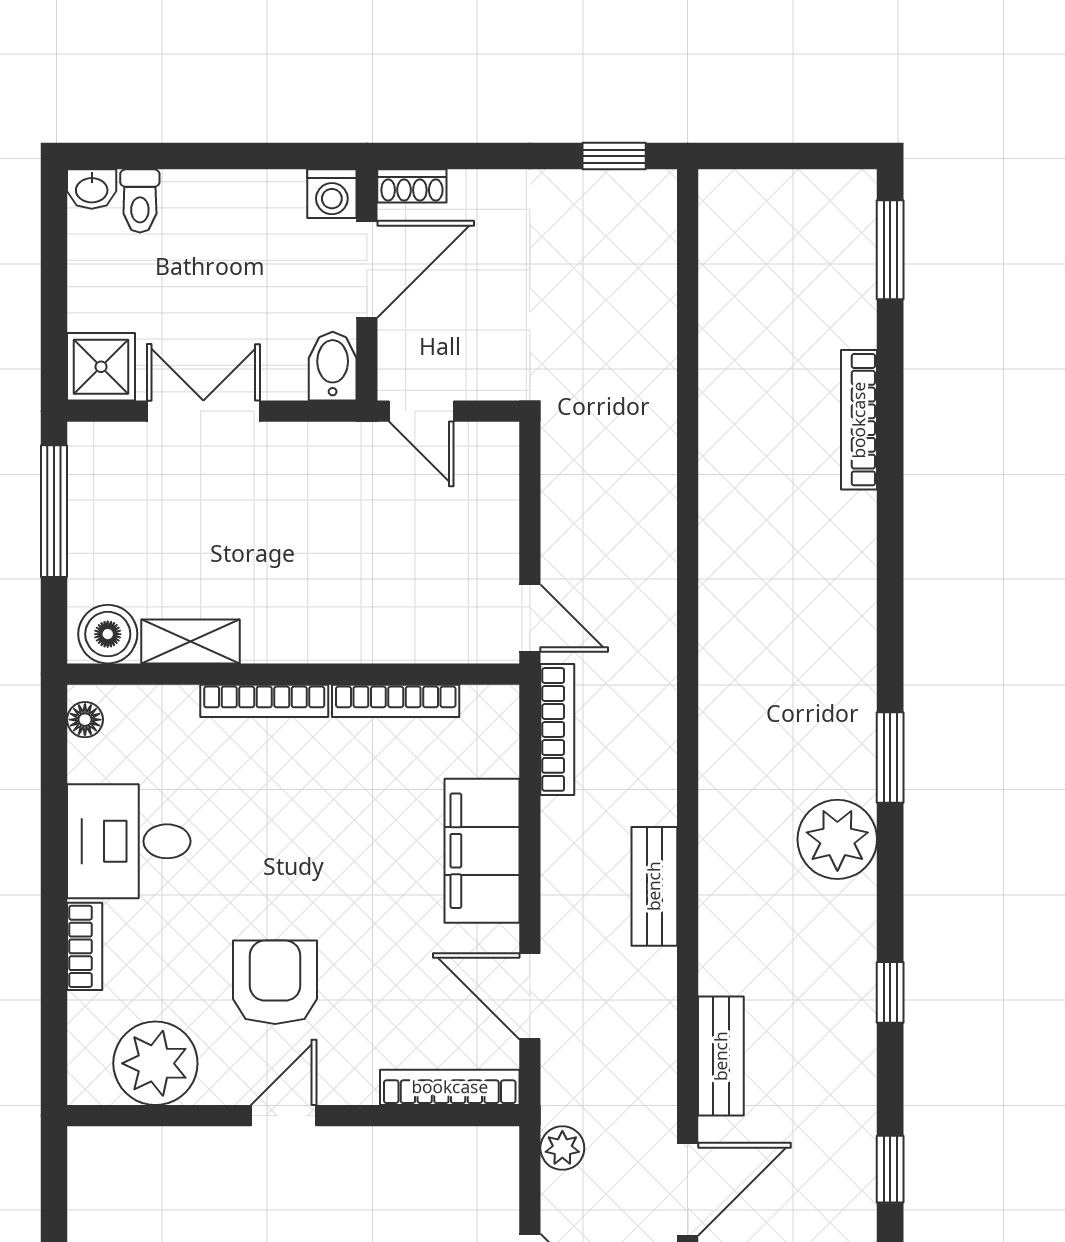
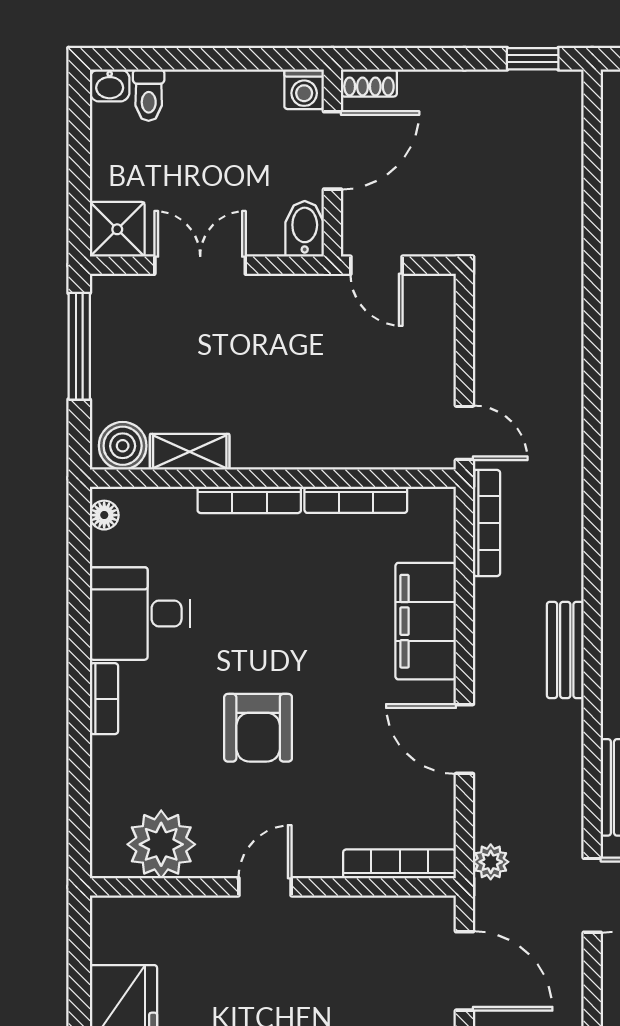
armchair: (275, 982) -> (258, 728), turned 180
plant: (155, 1063) -> (161, 844), moved
bookcase: (450, 1087) -> (400, 864), moved
door: (284, 1116) -> (265, 887), moved
wall: (293, 1116) -> (273, 887), moved

